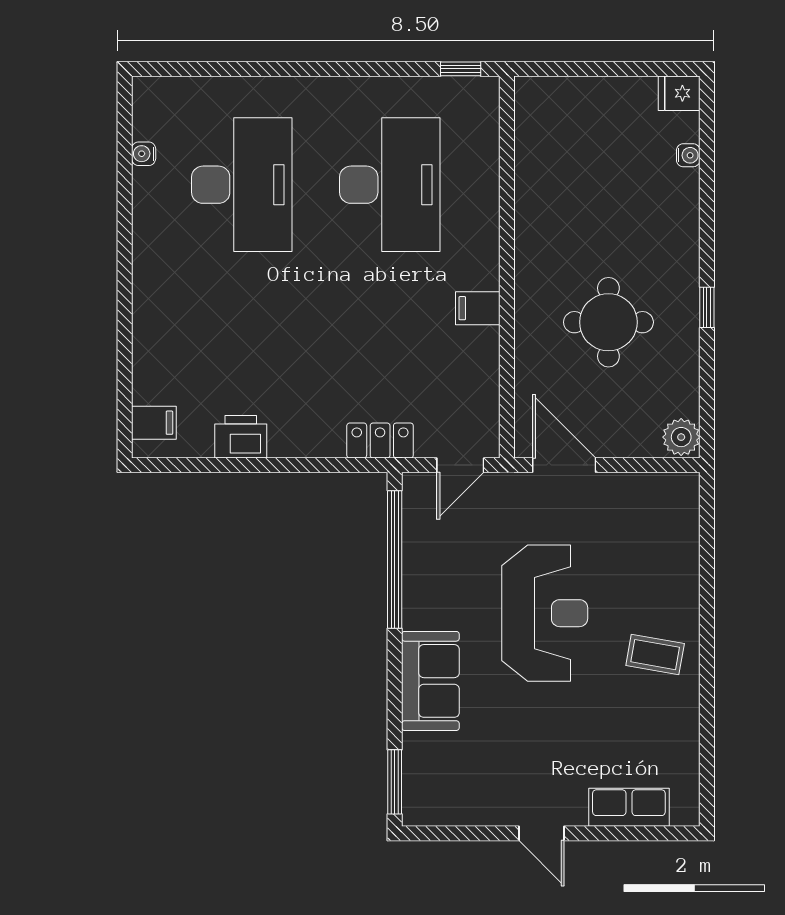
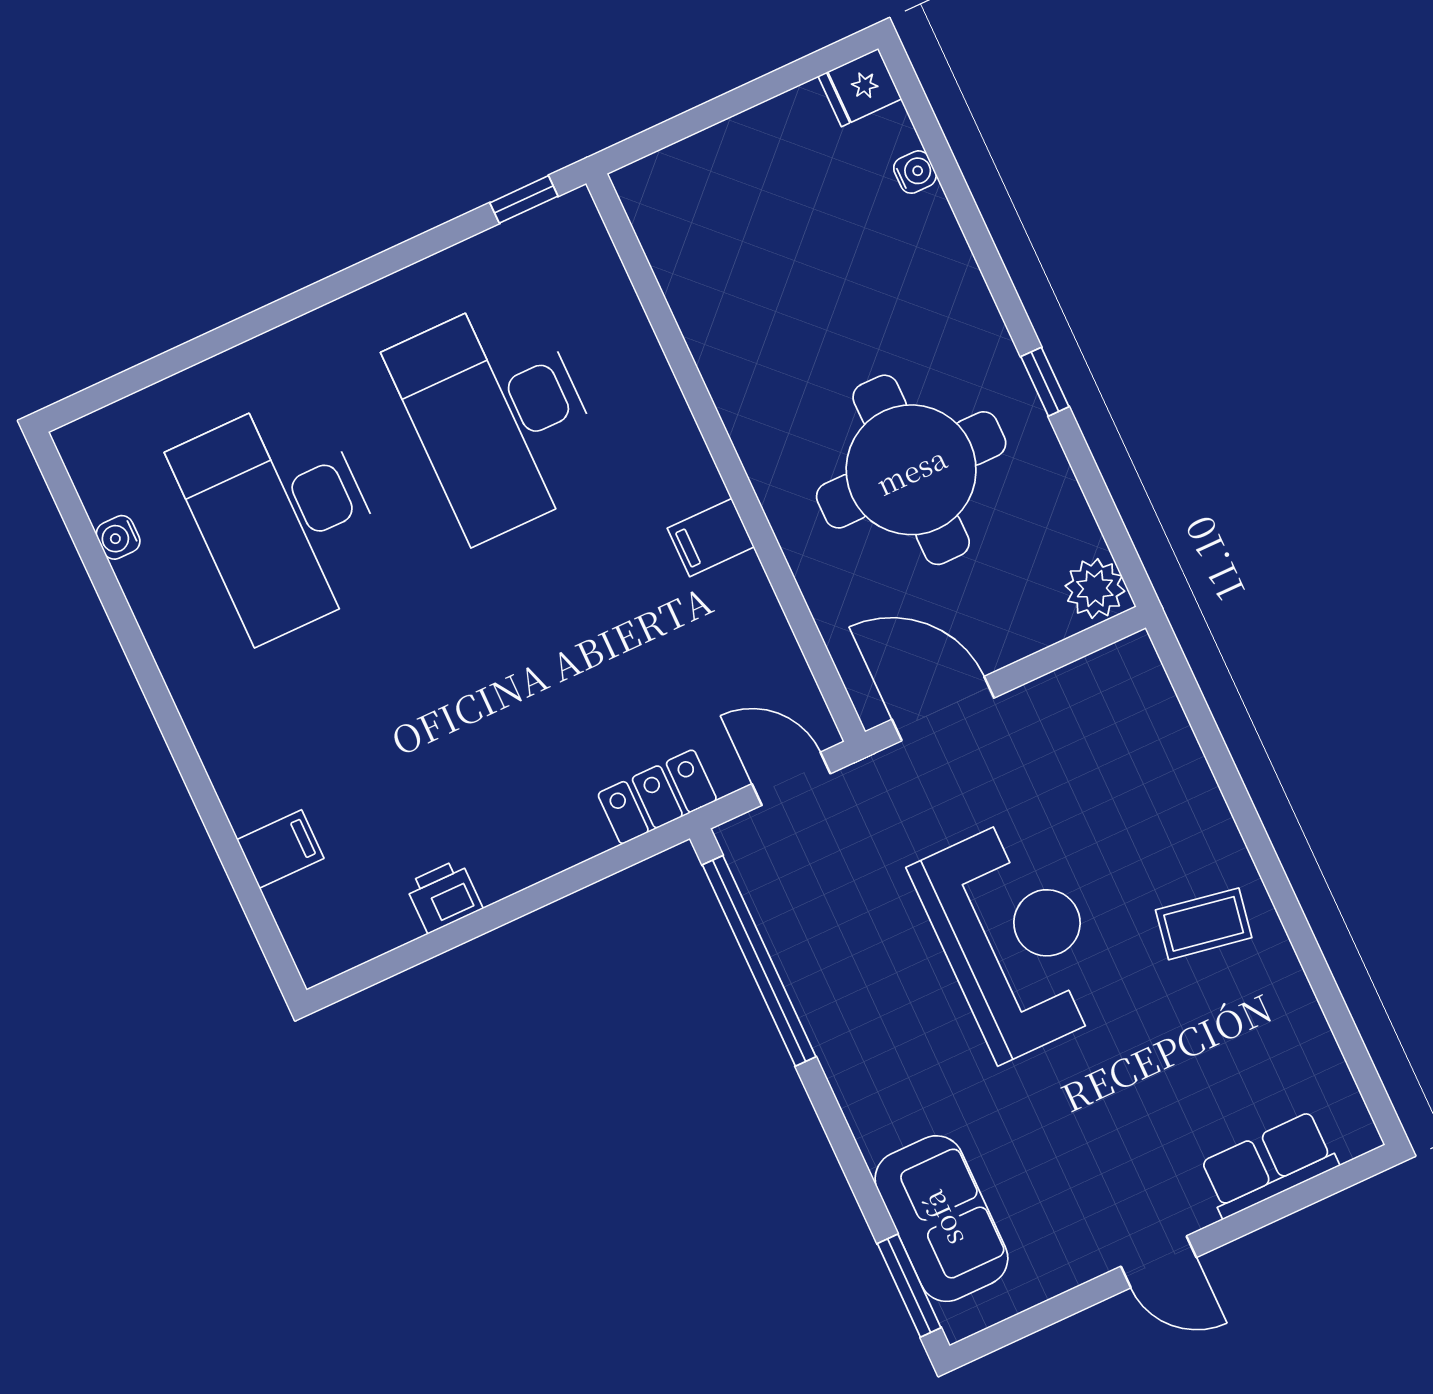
desk: (242, 185) -> (283, 516), turned 180
desk: (390, 185) -> (499, 417), turned 180
round table: (608, 322) -> (911, 470), width x1.36, depth x1.36
filing cabinet: (154, 423) -> (280, 849), moved
printer: (241, 437) -> (444, 896), width x0.73, depth x0.81
door: (460, 465) -> (791, 779), swing flipped
sofa: (430, 681) -> (941, 1219), moved

